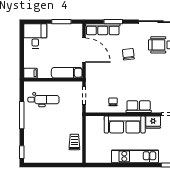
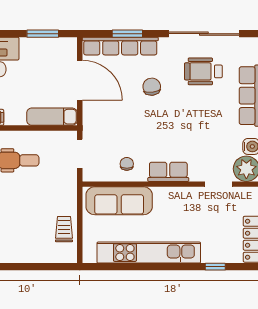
row of seats: (103, 29) -> (120, 46), width x1.36
fridge: (153, 122) -> (192, 197), removed
sofa: (125, 124) -> (119, 201), moved
kitchen unit: (135, 156) -> (149, 253), width x1.36

